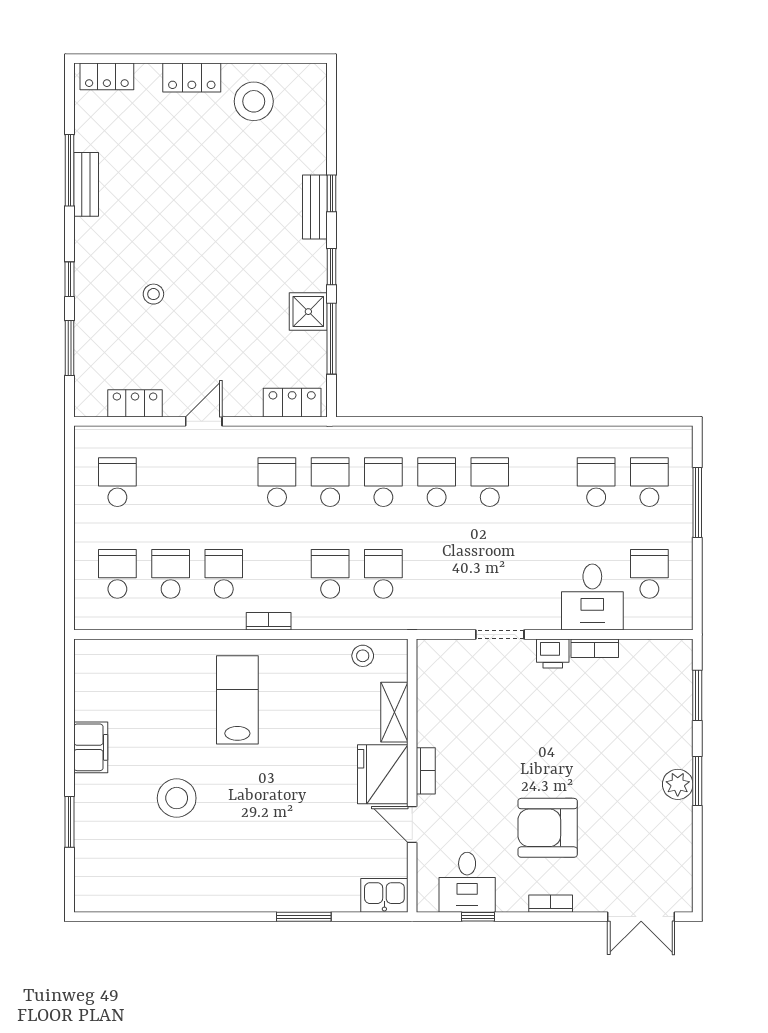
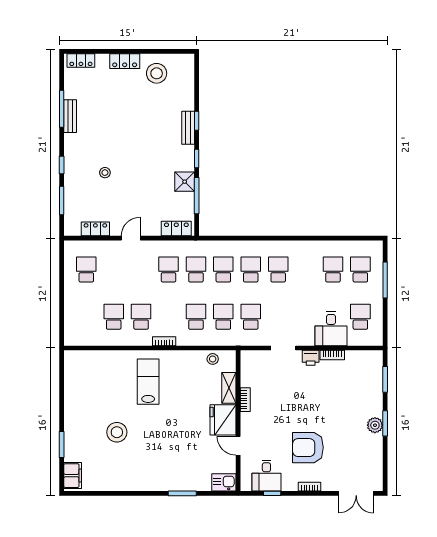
school desk: (117, 574) -> (251, 317), moved
filing cabinet: (91, 747) -> (73, 476), moved
bookcase: (426, 771) -> (245, 400), moved

